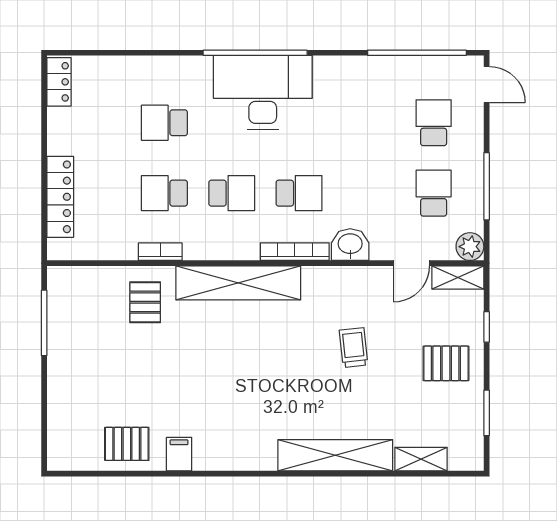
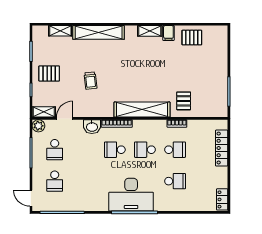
shelving: (221, 459) -> (150, 31), added

